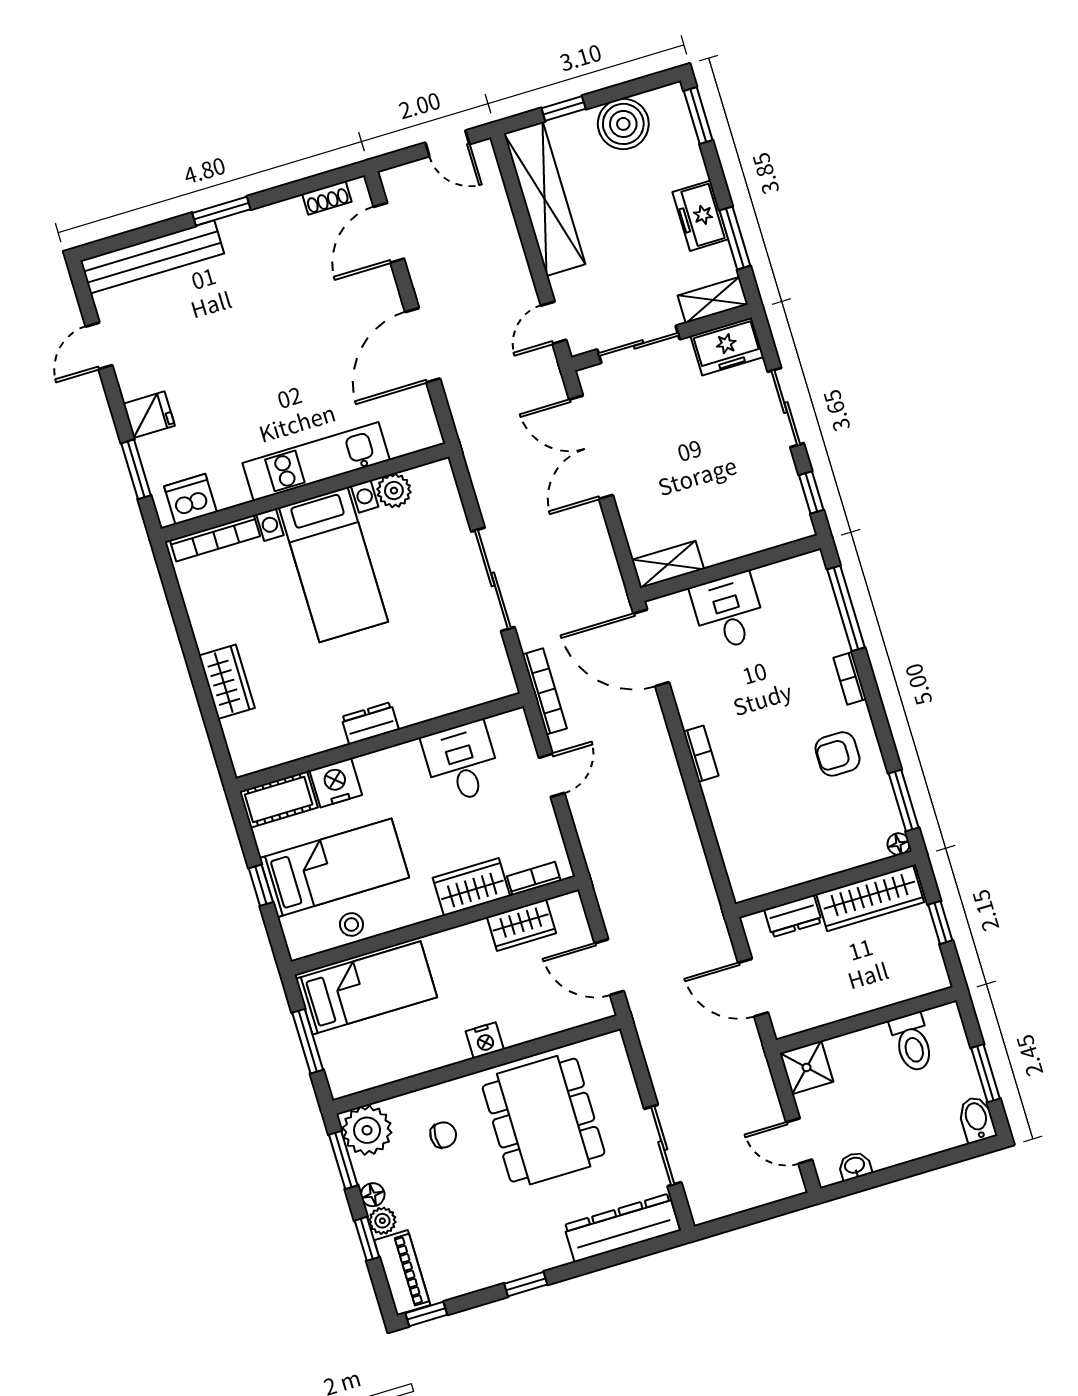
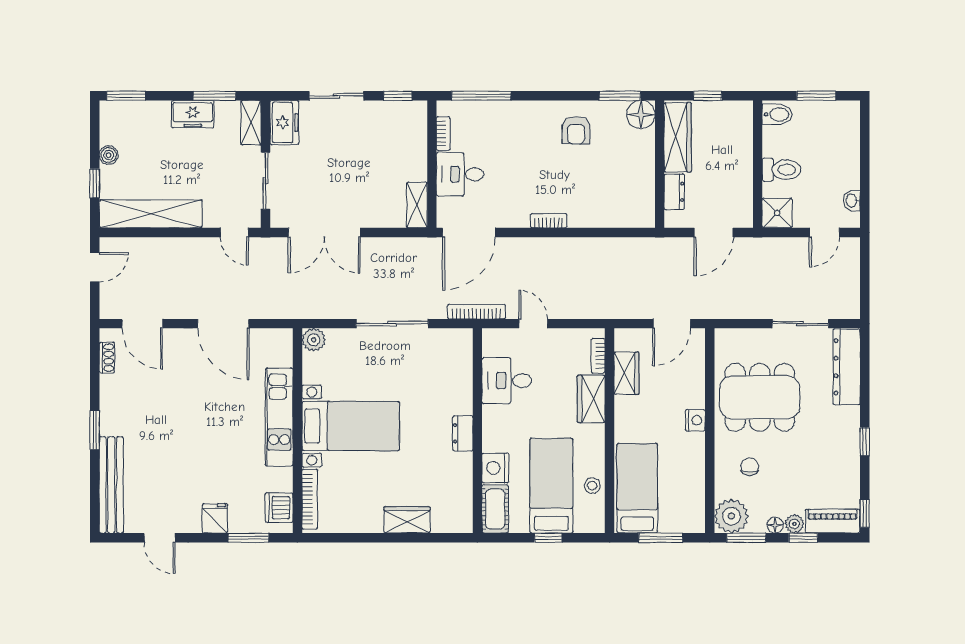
boiler: (623, 124) -> (109, 155), width x0.54, depth x0.54
plant: (394, 491) -> (314, 340), moved
bookcase: (850, 678) -> (443, 133), moved, turned -90
floor lamp: (898, 844) -> (641, 115), width x1.89, depth x1.89
toilet: (912, 1042) -> (781, 170), moved
bidet: (977, 1119) -> (777, 114), moved, turned 180

